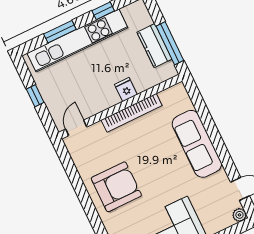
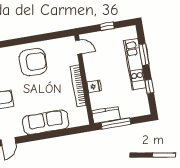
kitchen unit: (77, 40) -> (135, 64), width x0.73
kitchen counter: (154, 46) -> (106, 115), moved
armchair: (116, 187) -> (33, 62), turned -90

